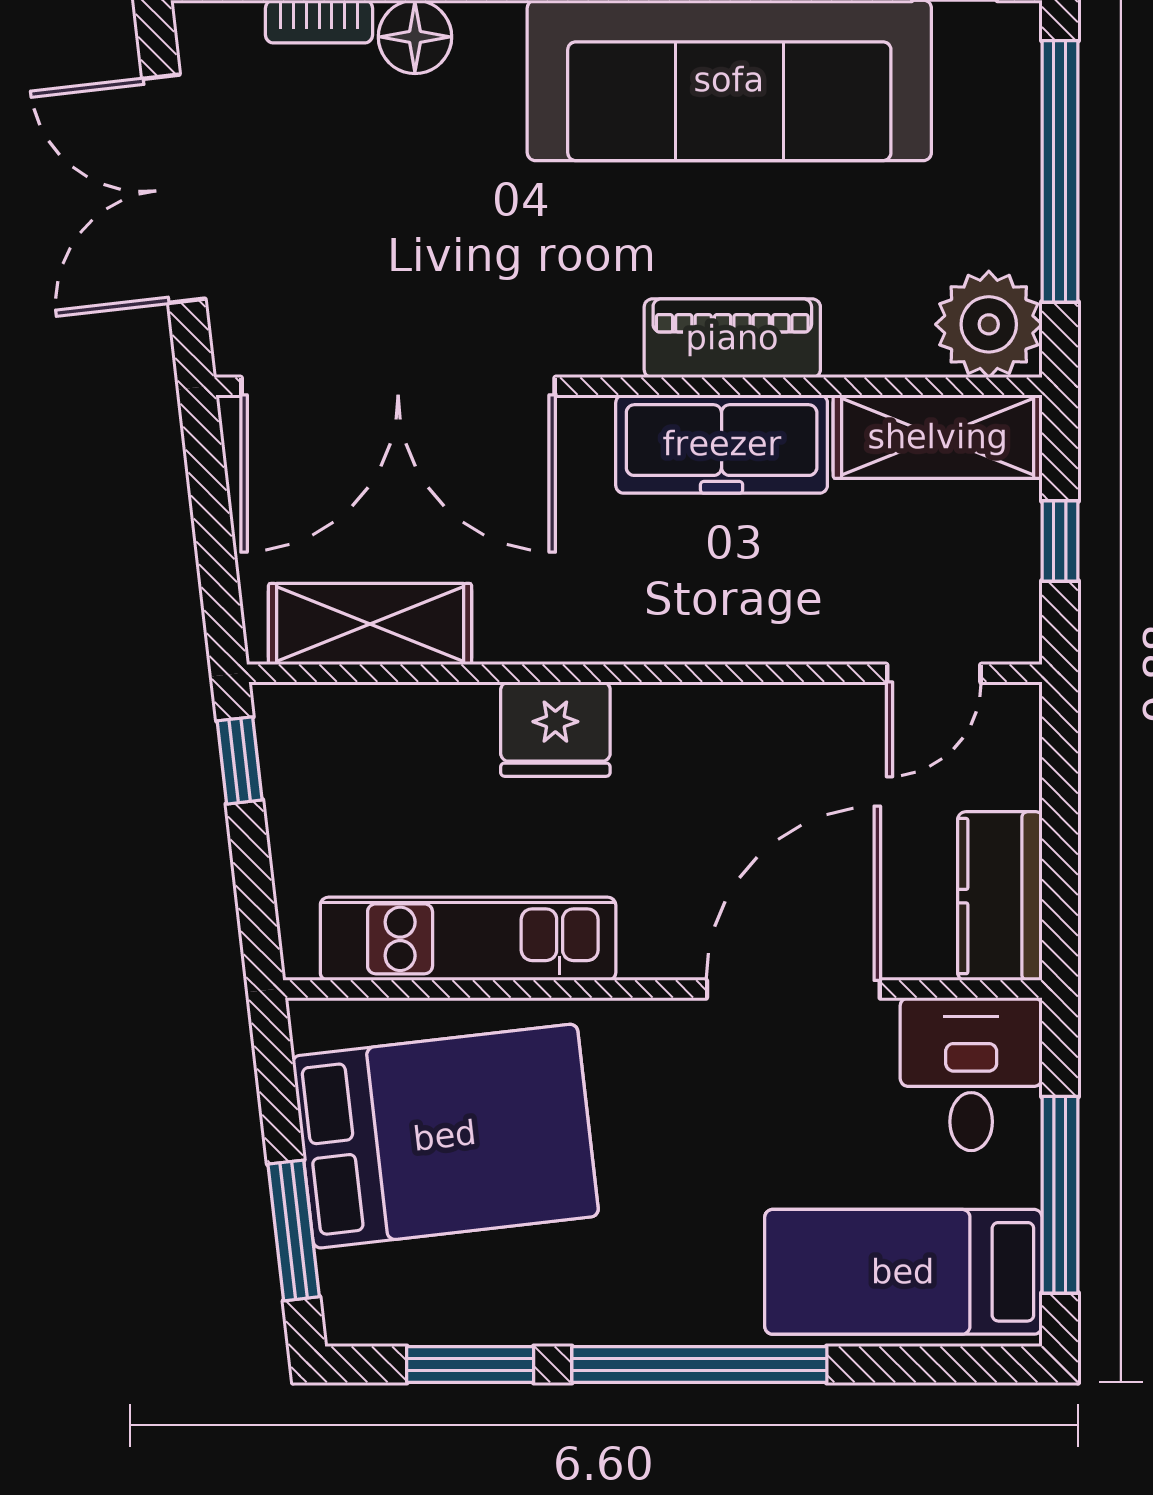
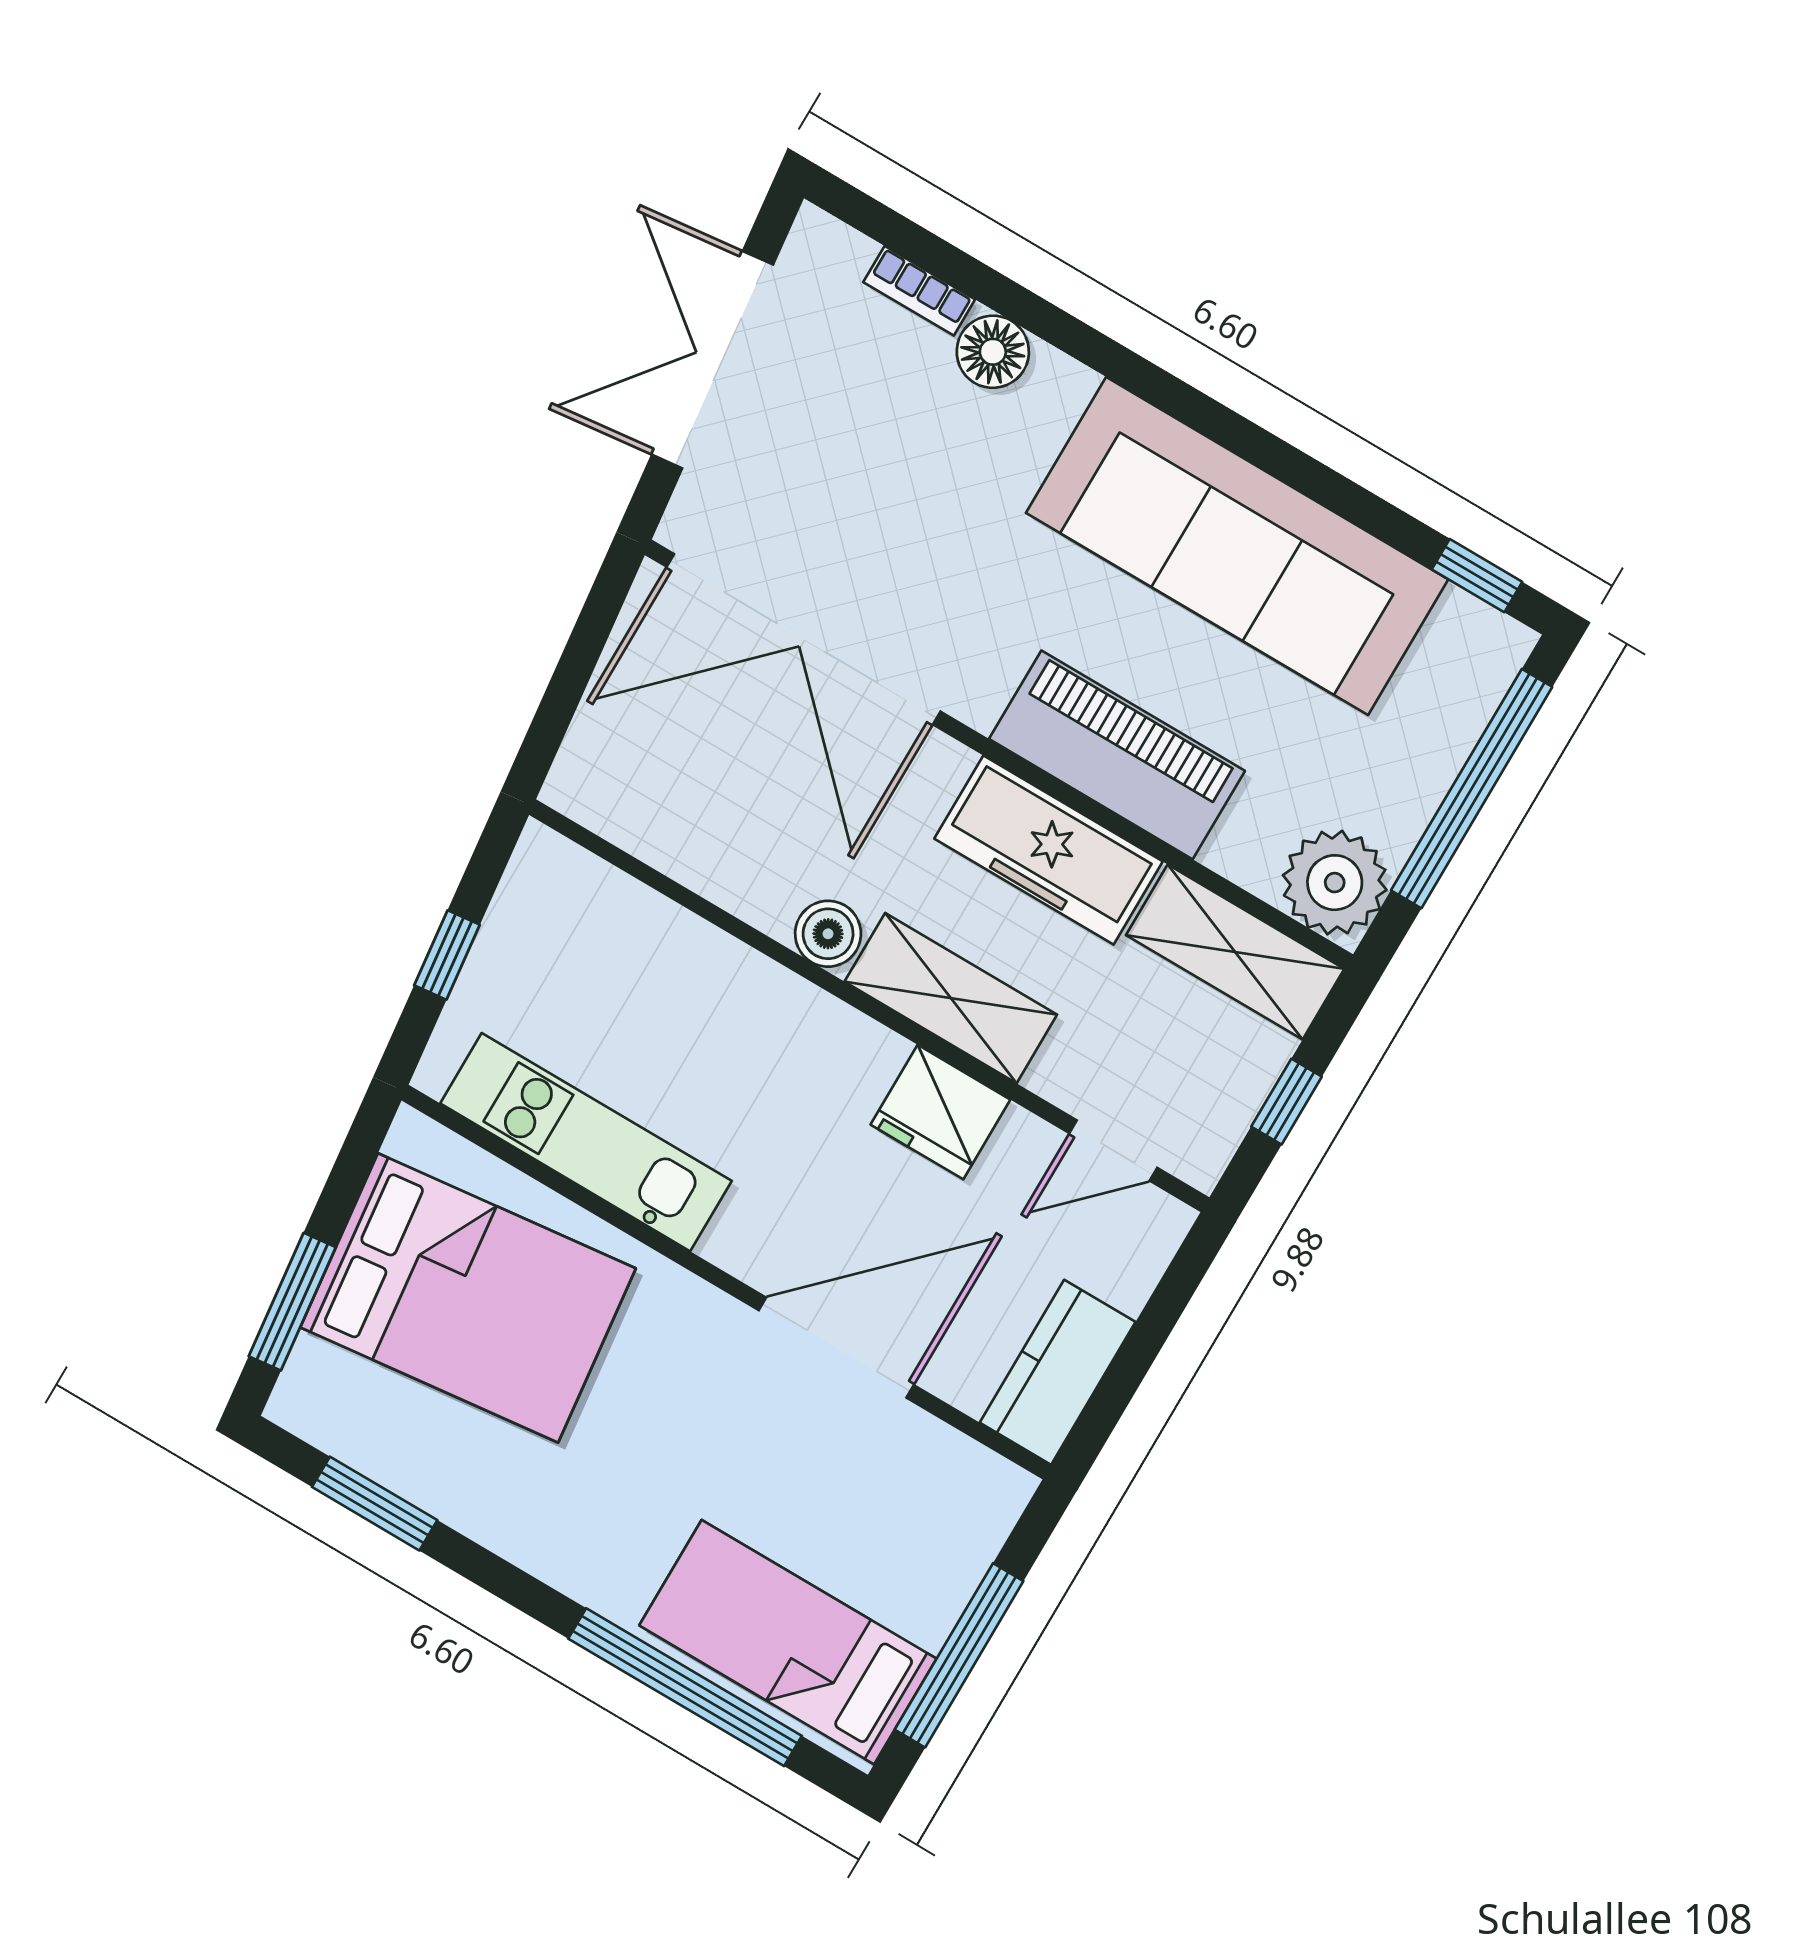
piano: (732, 338) -> (1117, 755), width x1.37, depth x1.33
shelving: (370, 624) -> (951, 998), moved
boiler: (572, 631) -> (828, 934), added
fridge: (555, 729) -> (940, 1112), moved
window: (240, 760) -> (447, 955), moved
desk: (971, 1074) -> (944, 1509), removed
window: (699, 1364) -> (685, 1687), moved

